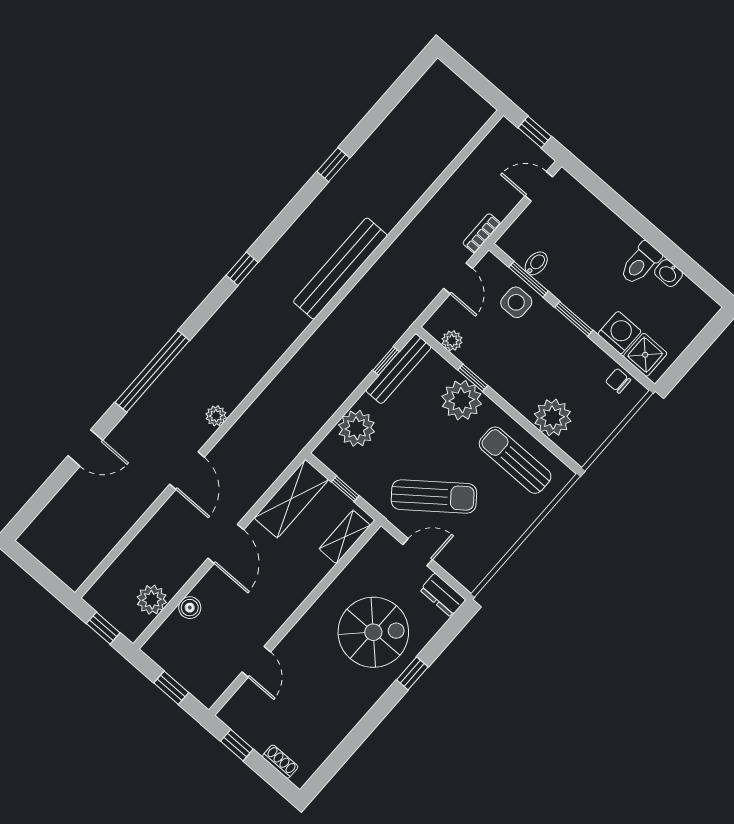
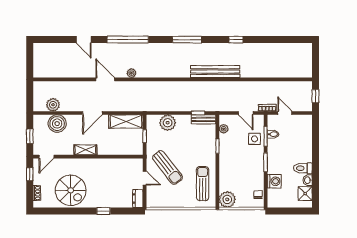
window: (333, 165) -> (236, 40), moved
door: (539, 186) -> (285, 113), moved
window: (242, 269) -> (187, 40), width x2.17
door: (458, 278) -> (246, 113), hinge flipped
shower: (645, 355) -> (305, 194), moved
bench: (398, 369) -> (204, 119), width x0.73
plant: (462, 400) -> (207, 149), removed
plant: (553, 417) -> (227, 199), moved
door: (187, 471) -> (105, 79), swing flipped
shelving: (345, 537) -> (85, 150), moved
boiler: (190, 608) -> (57, 124), width x1.86, depth x1.86
window: (103, 628) -> (30, 97), removed
spiral stairs: (373, 632) -> (71, 190), moved
door: (256, 662) -> (46, 157), moved

